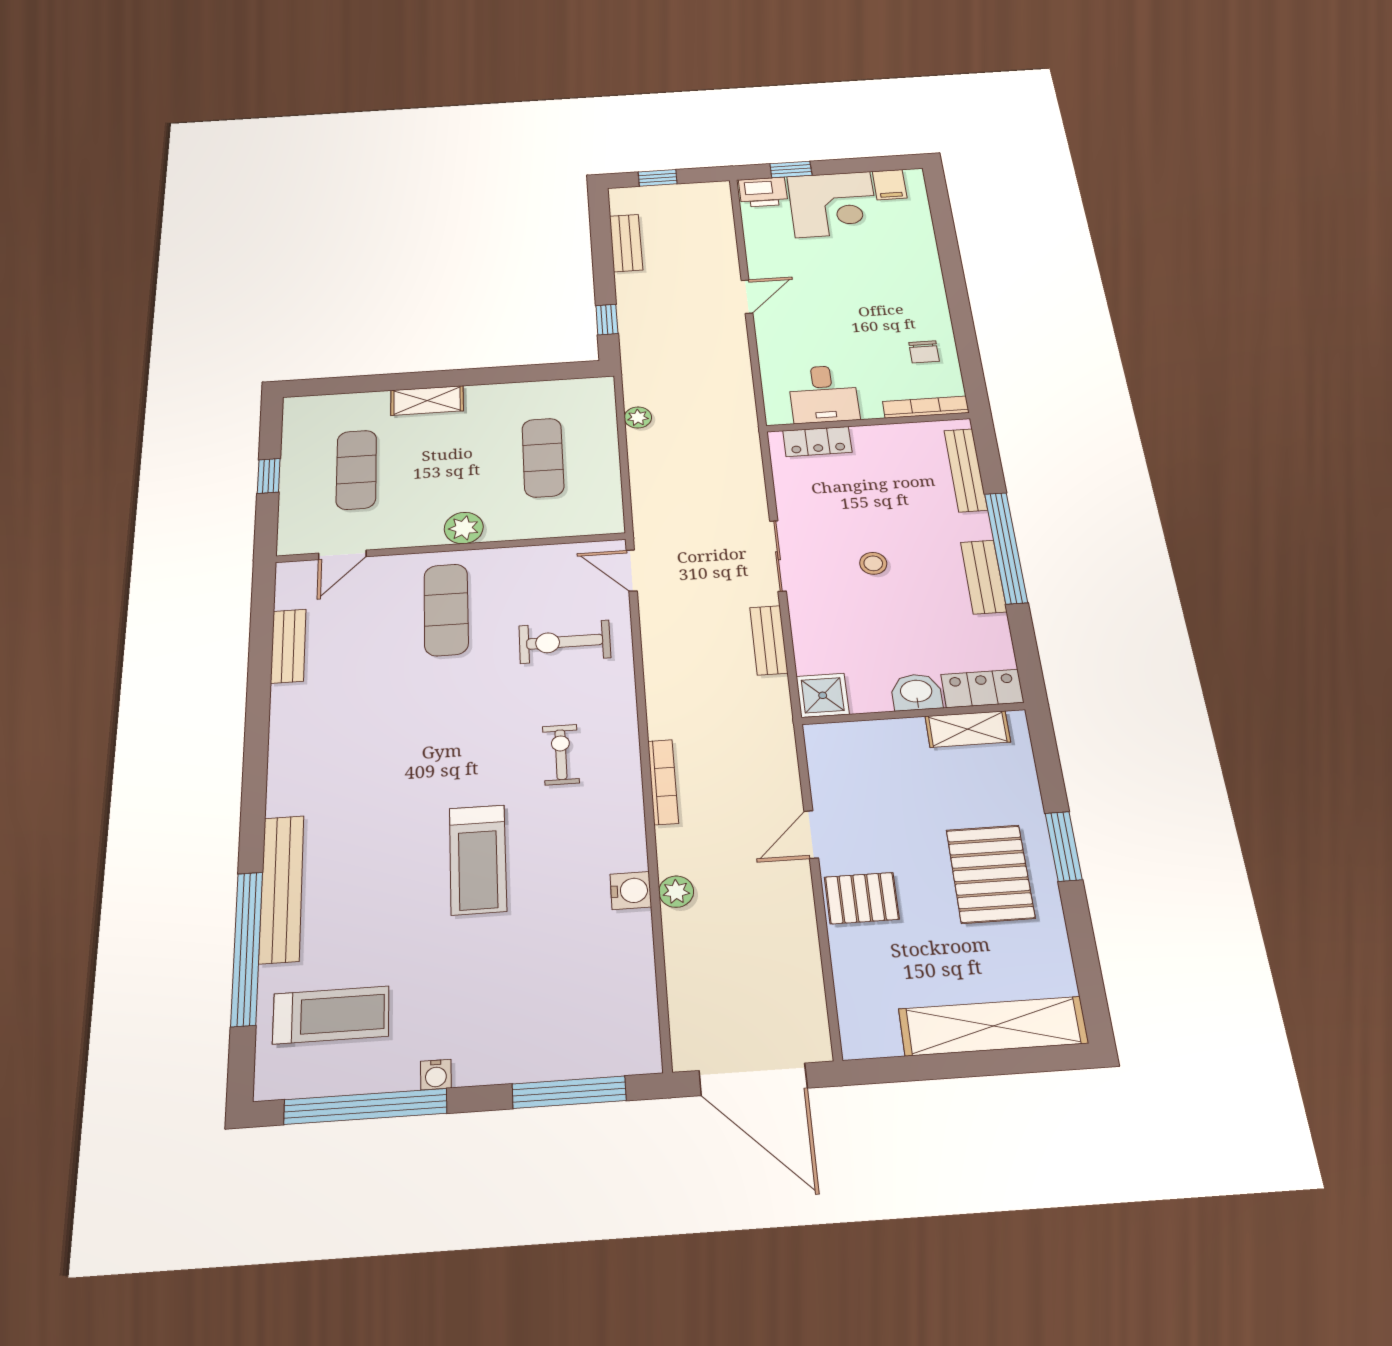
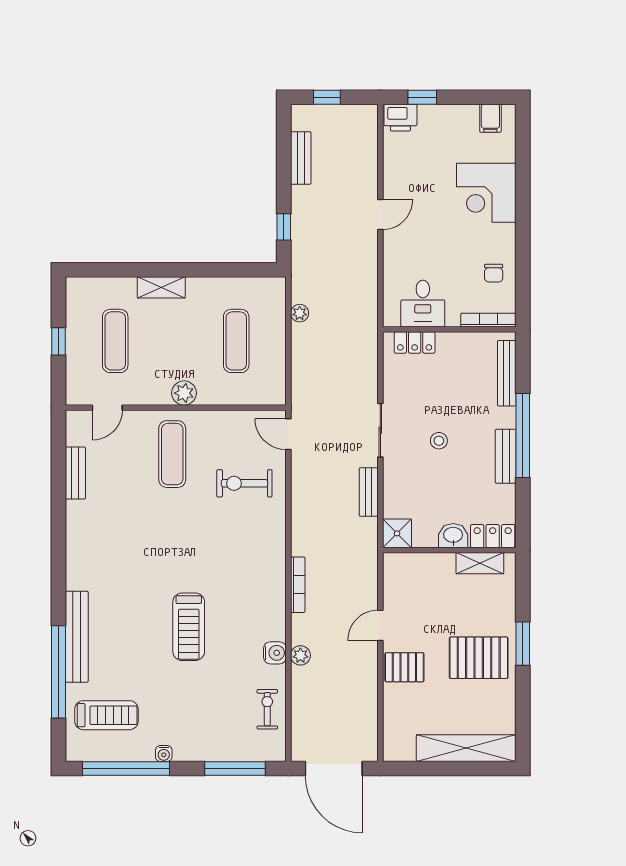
corner desk: (833, 204) -> (486, 193), moved, turned 90
exercise bike: (561, 755) -> (267, 709), moved
pallet: (990, 874) -> (479, 658), turned 90

